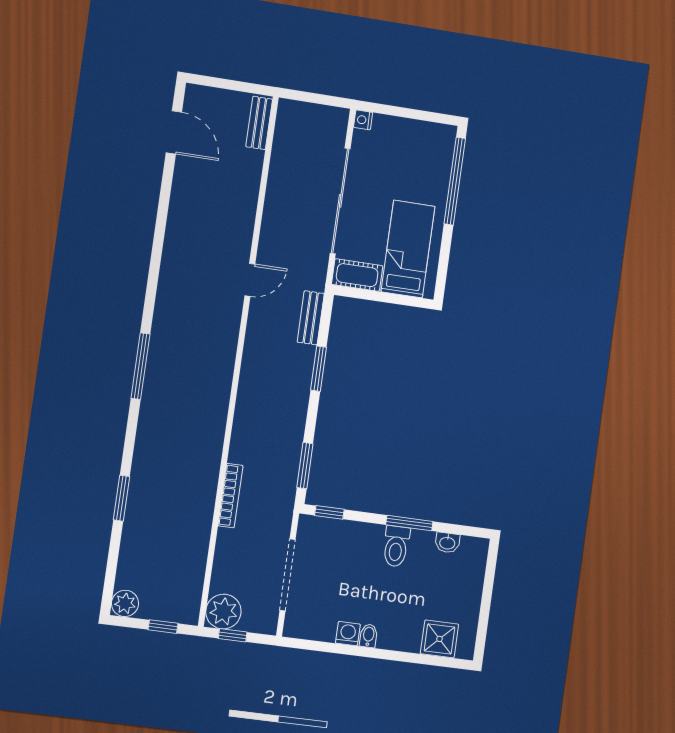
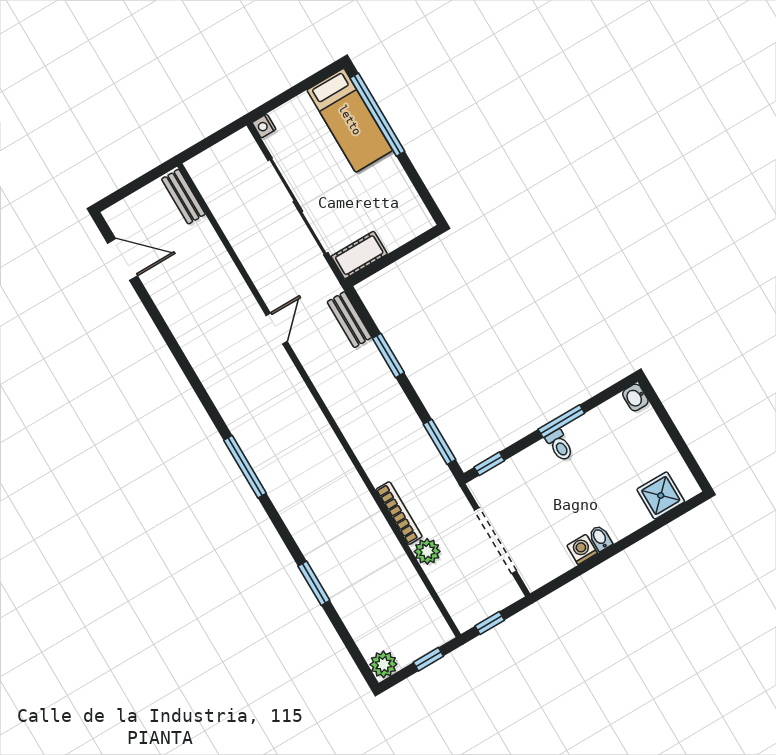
bed: (408, 249) -> (350, 120), moved, turned 180
washbasin: (447, 543) -> (635, 397), moved, turned 90
toilet: (396, 546) -> (560, 445), width x0.73, depth x0.72
plant: (223, 612) -> (427, 551), moved, width x0.73, depth x0.73

